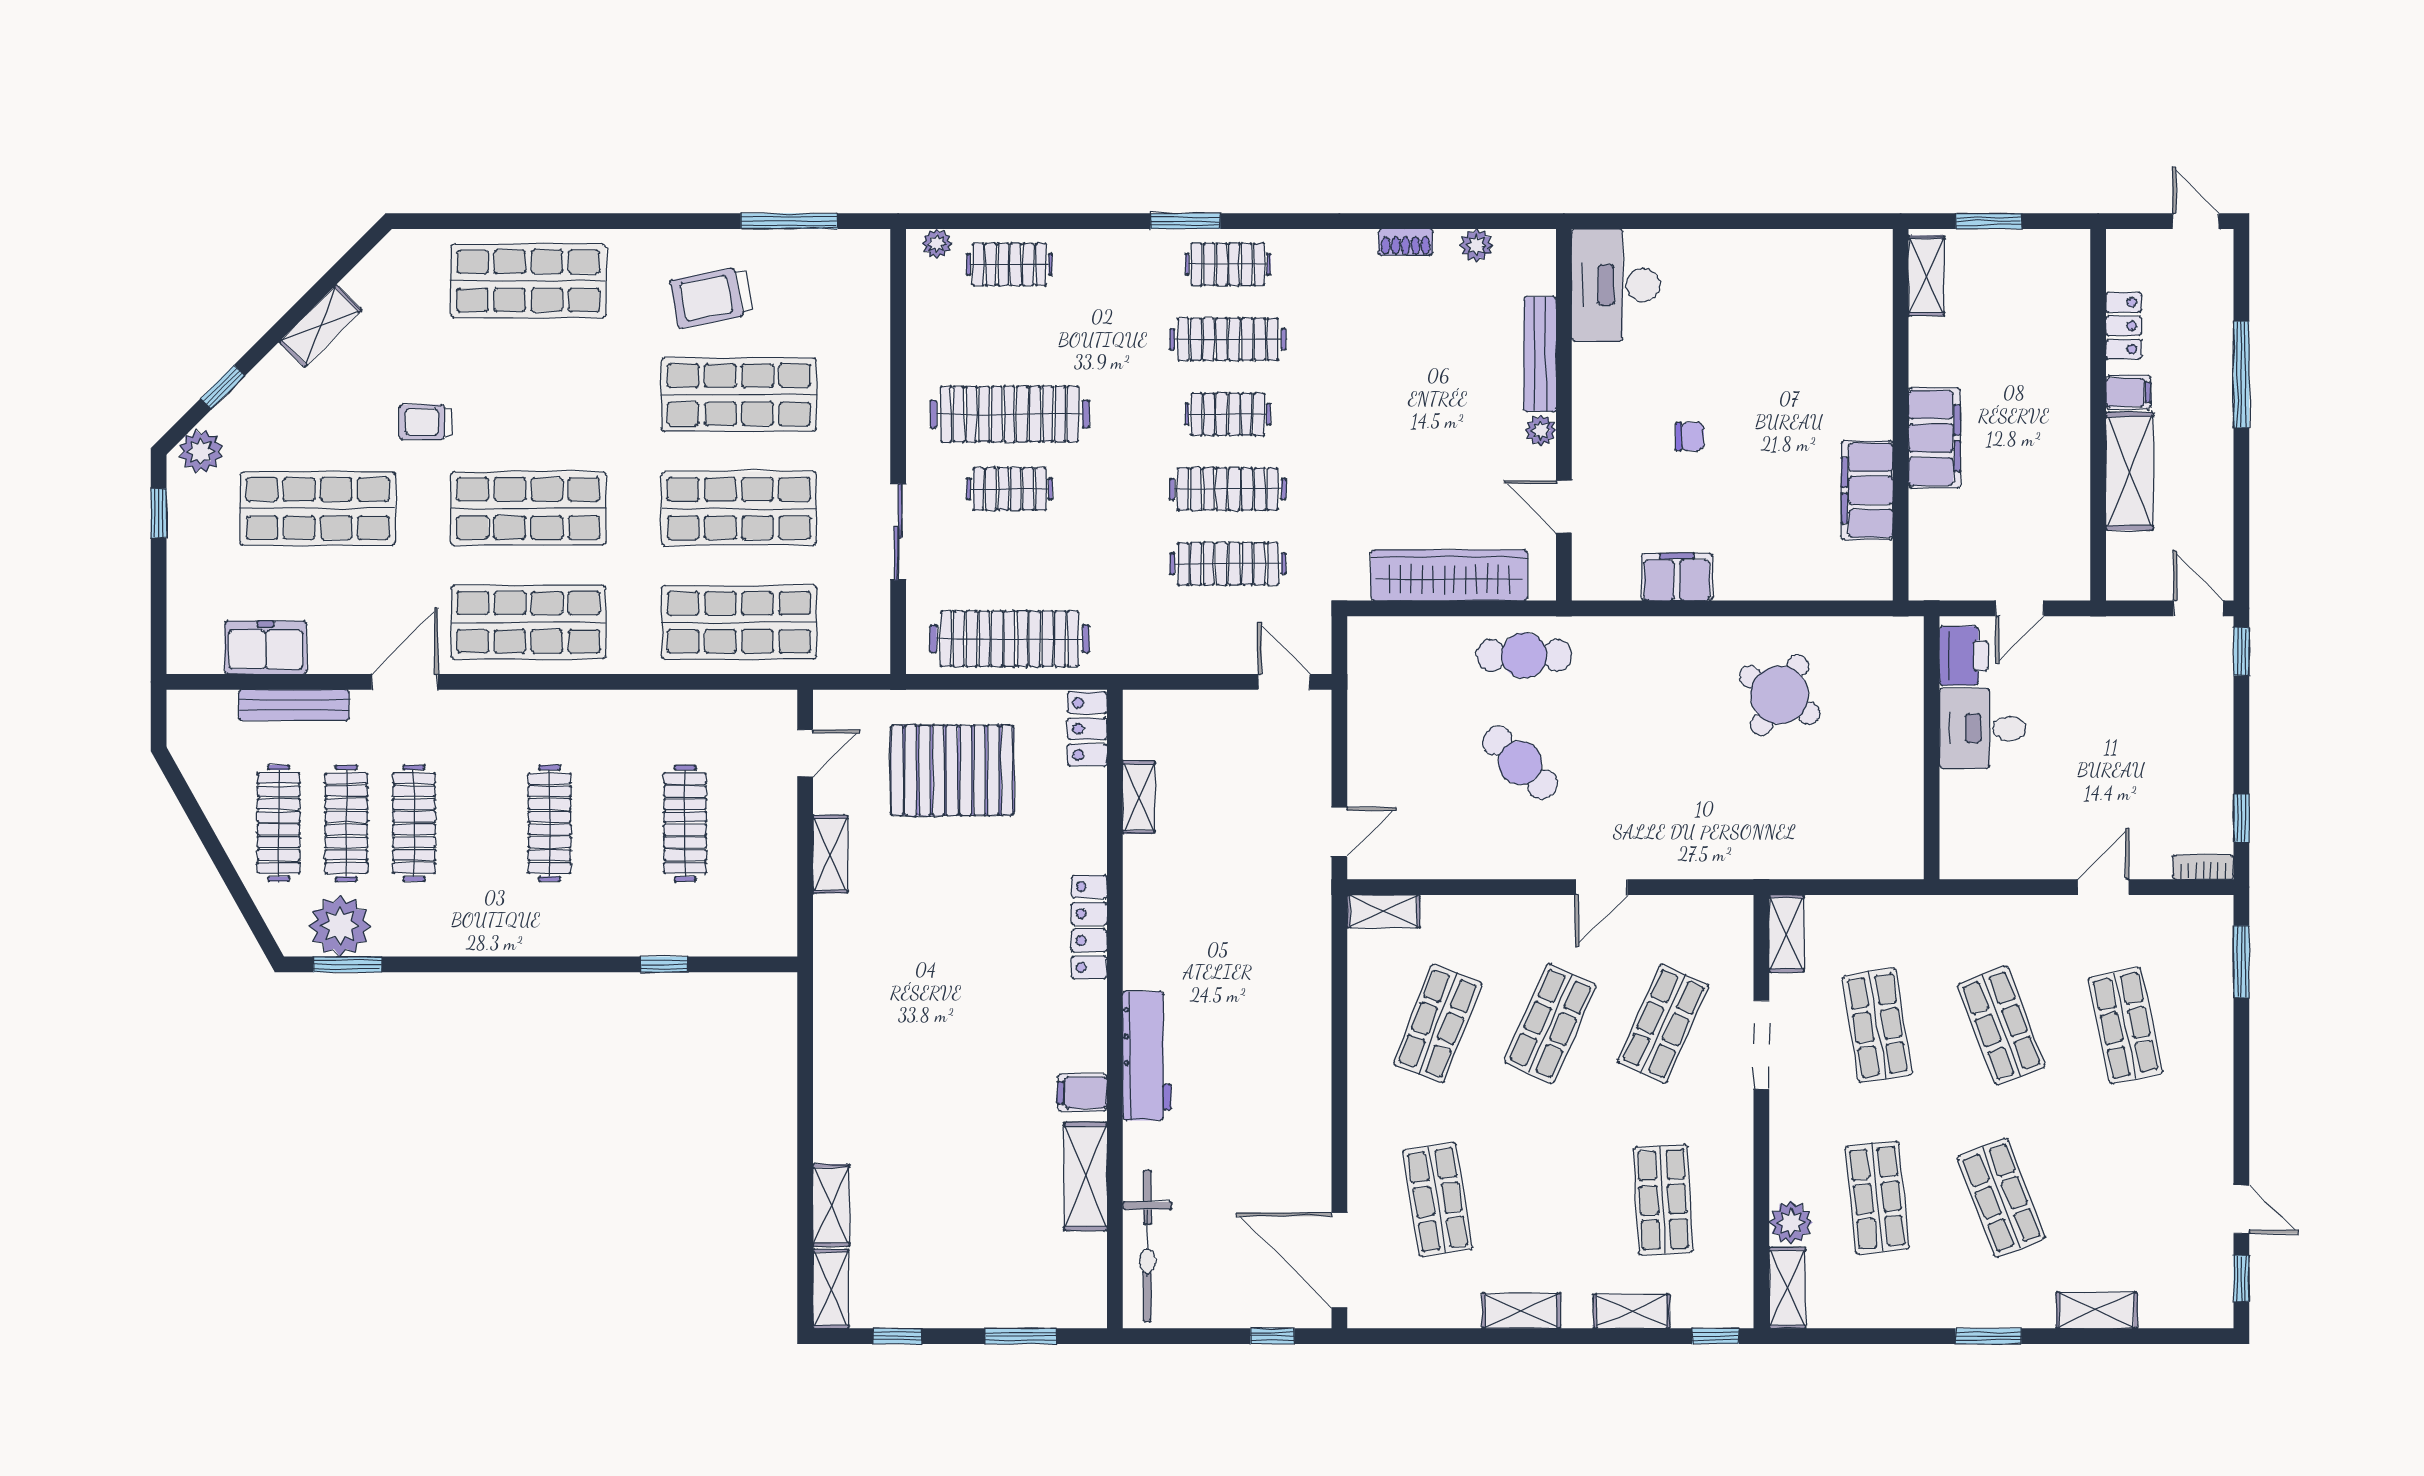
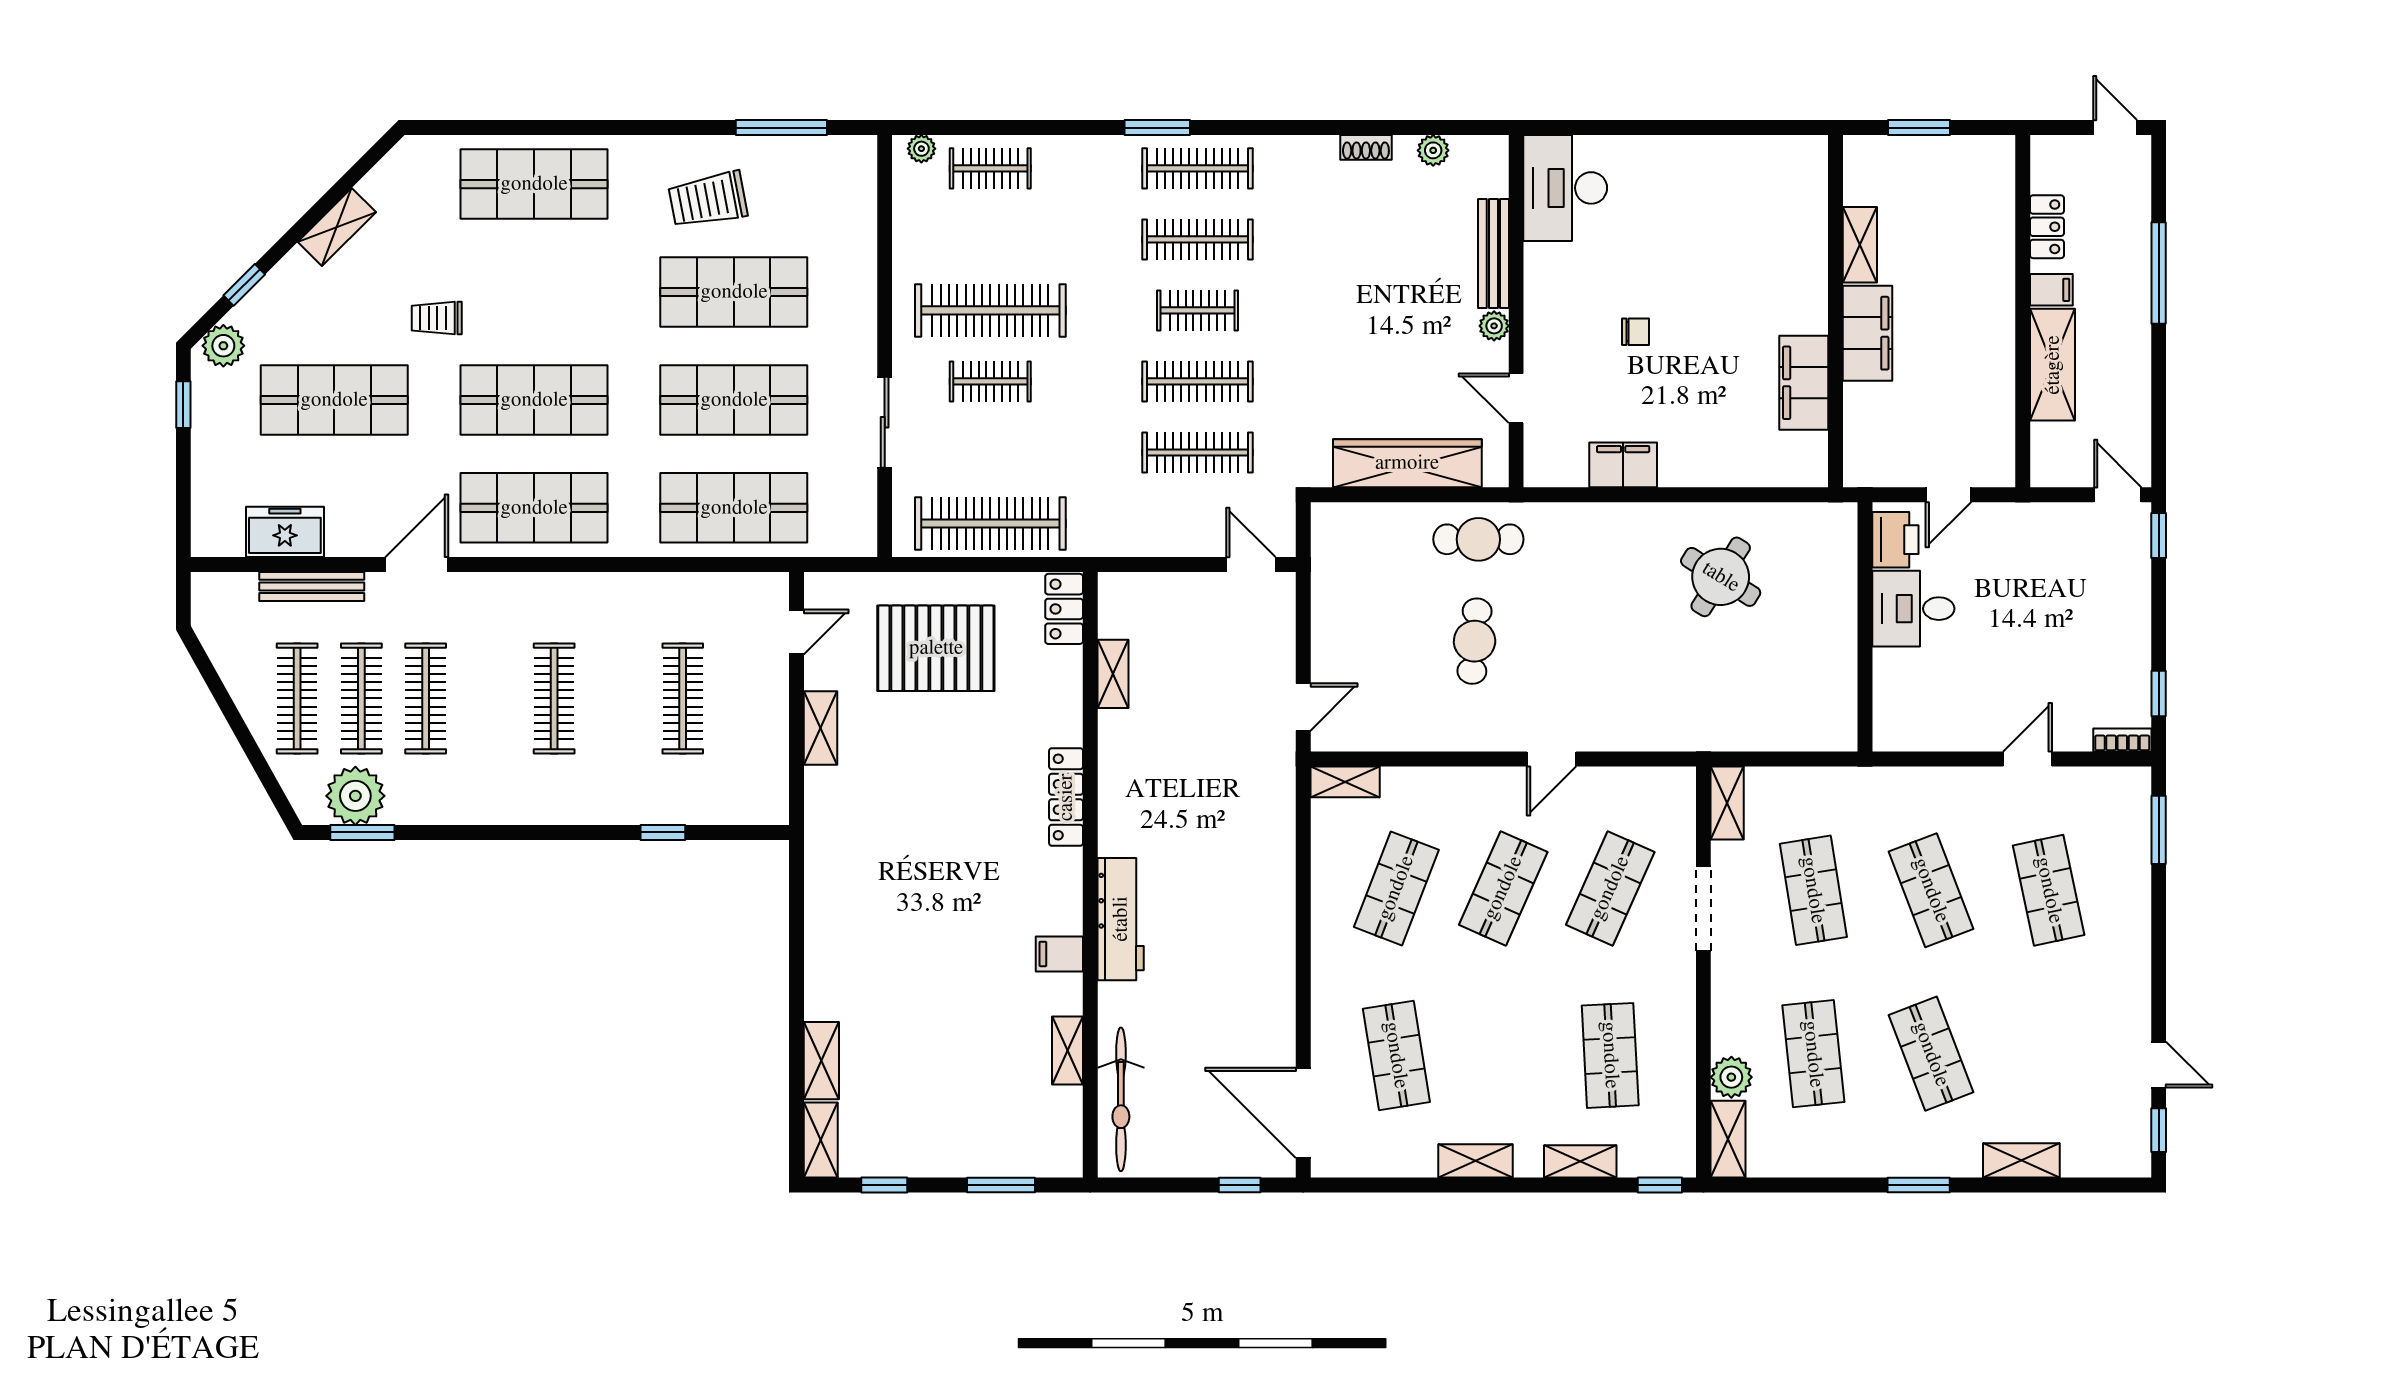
clothes rail: (1228, 264) -> (1197, 168), width x1.36
shelving: (1926, 276) -> (1860, 245), moved
cafe table: (1520, 763) -> (1475, 641), turned 51
shelving: (1085, 1176) -> (1067, 1050), width x0.67, depth x0.75

